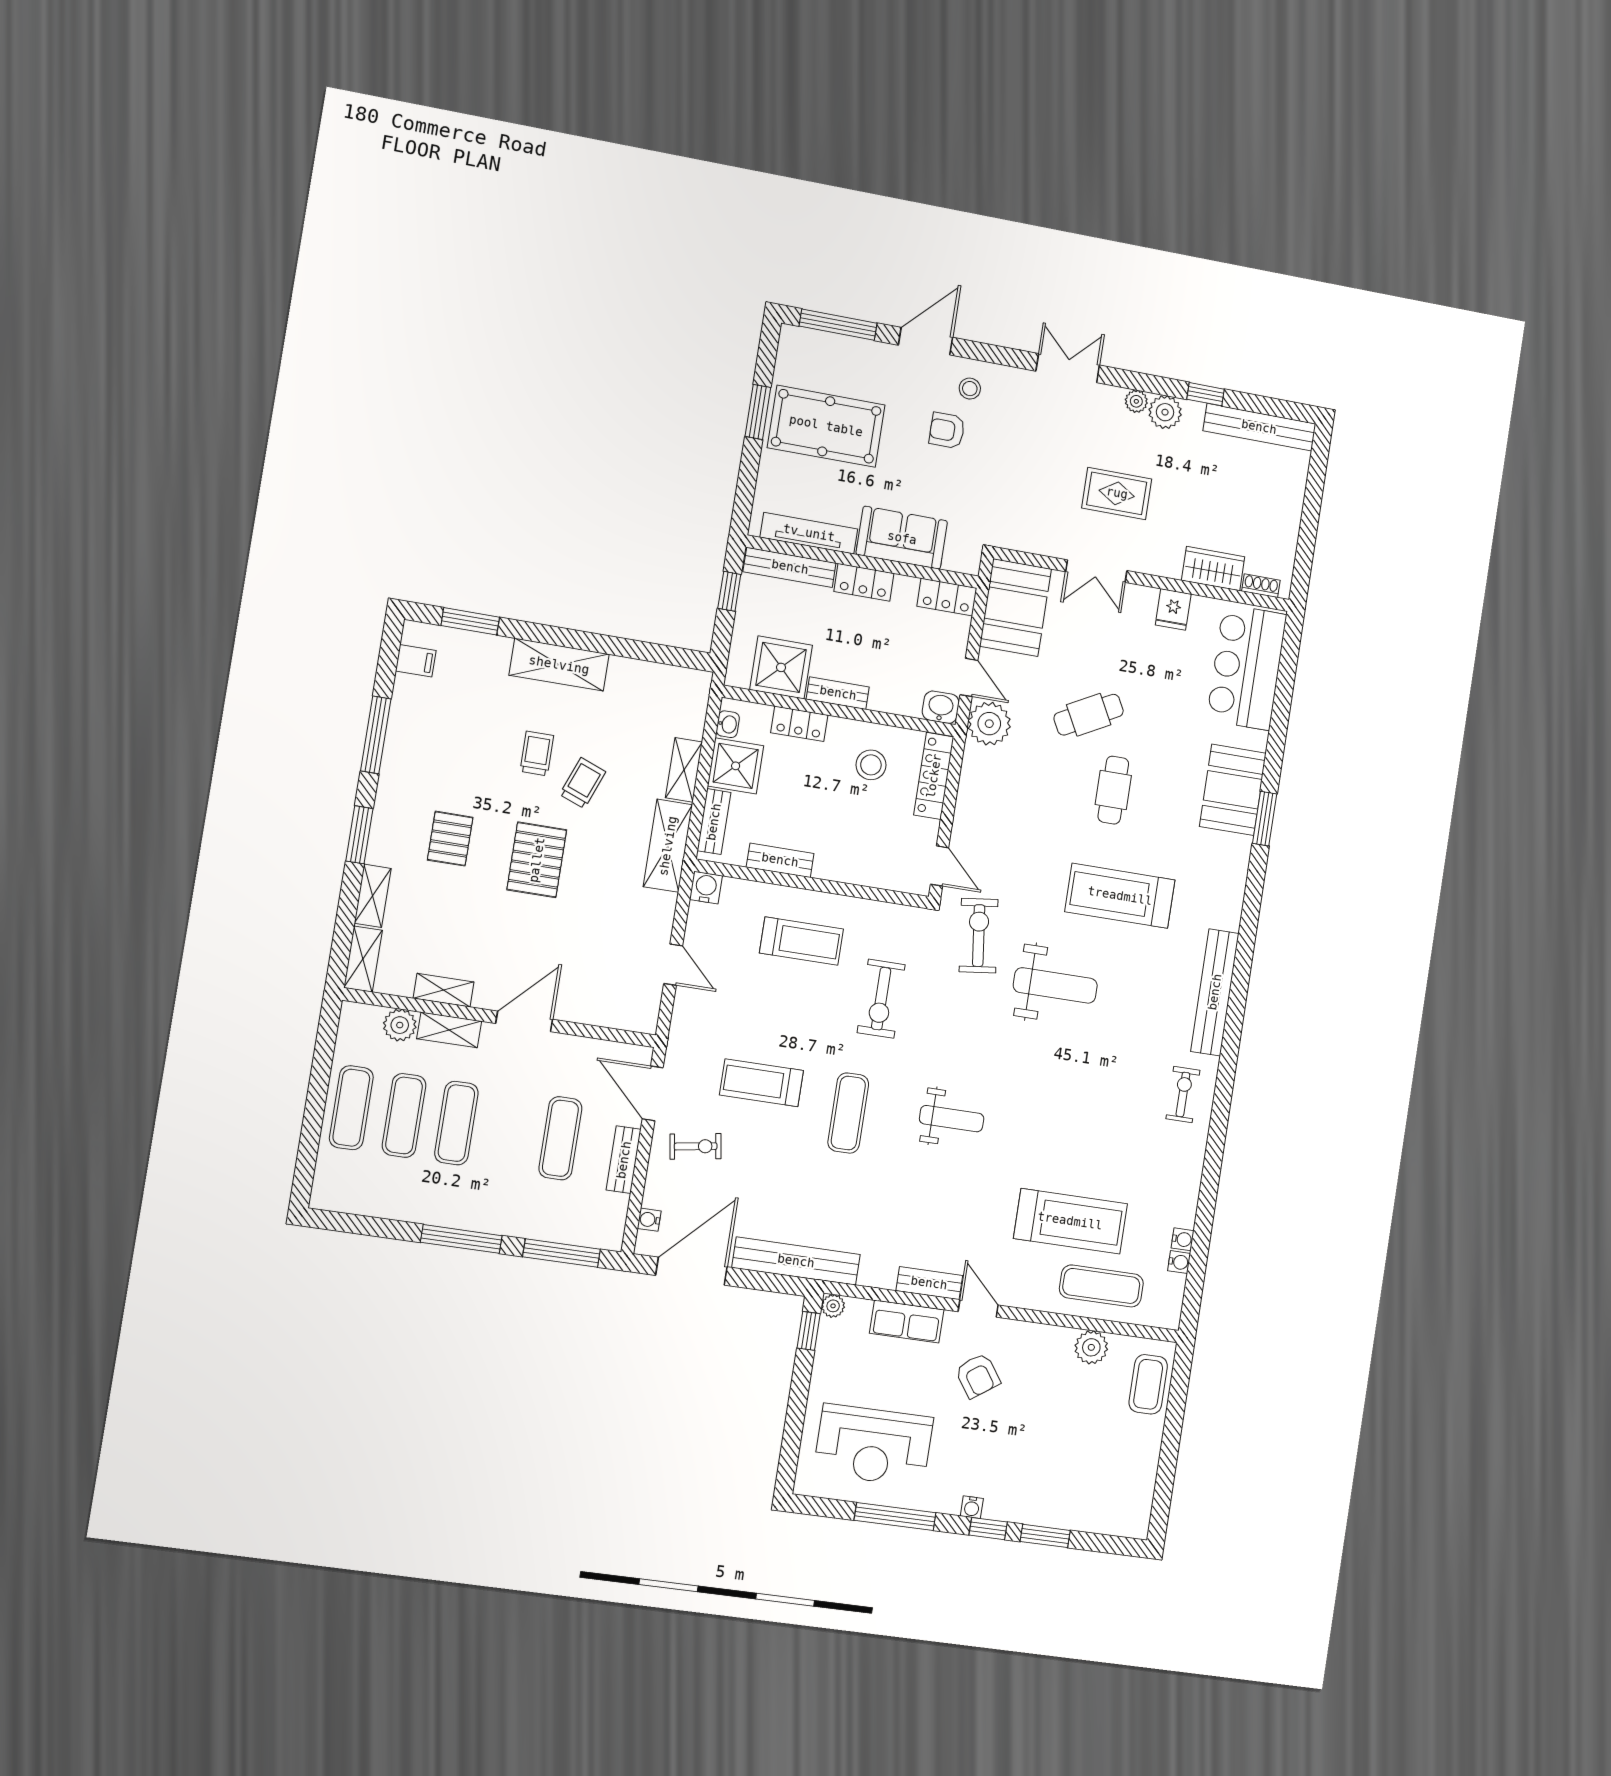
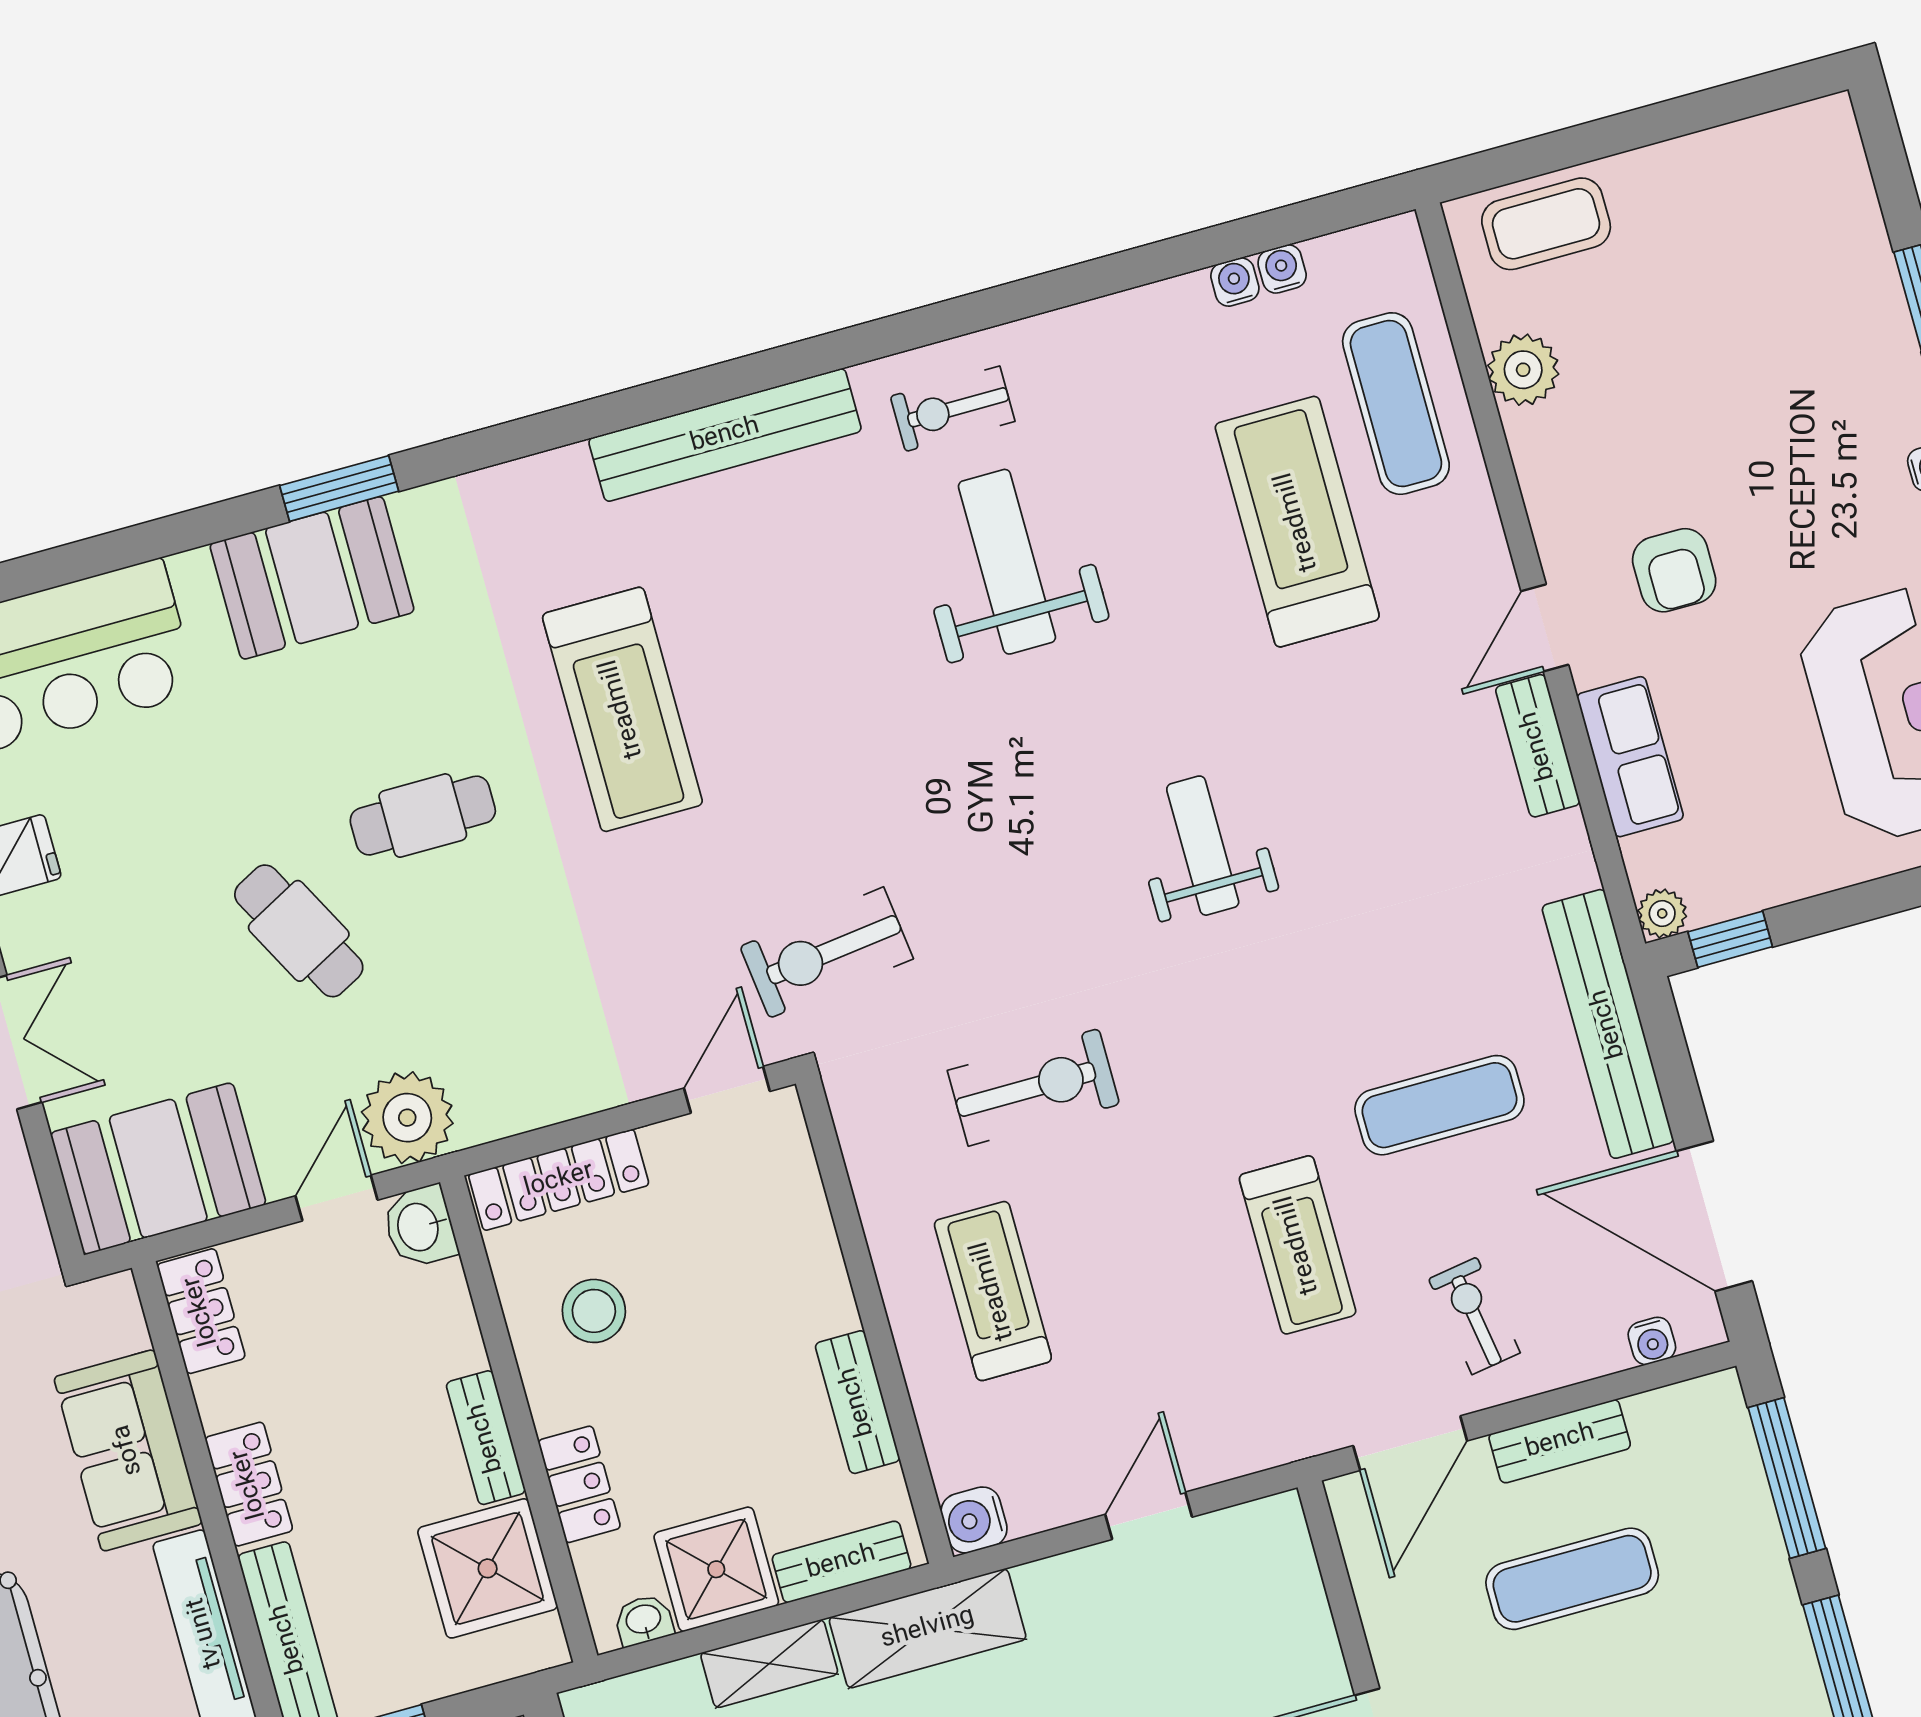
weight bench: (1055, 985) -> (1007, 562), moved
exercise mat: (848, 1113) -> (1439, 1105), moved
armchair: (978, 1376) -> (1674, 570), turned 125

